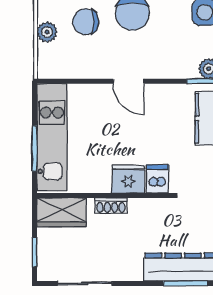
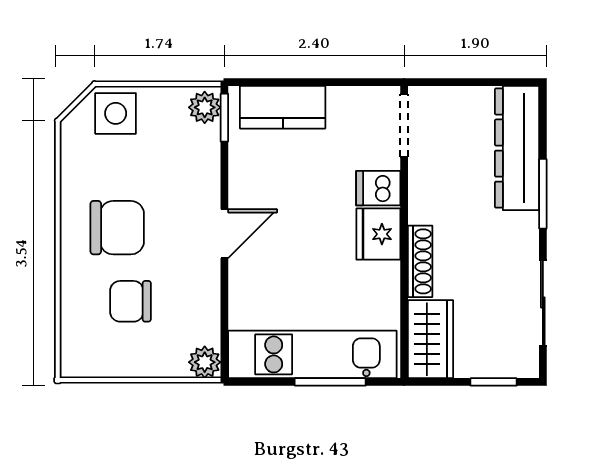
chair: (86, 22) -> (130, 301), turned 90
plant: (47, 32) -> (205, 362), moved
shoe rack: (111, 206) -> (420, 261), width x1.43
window: (186, 283) -> (543, 194), moved

